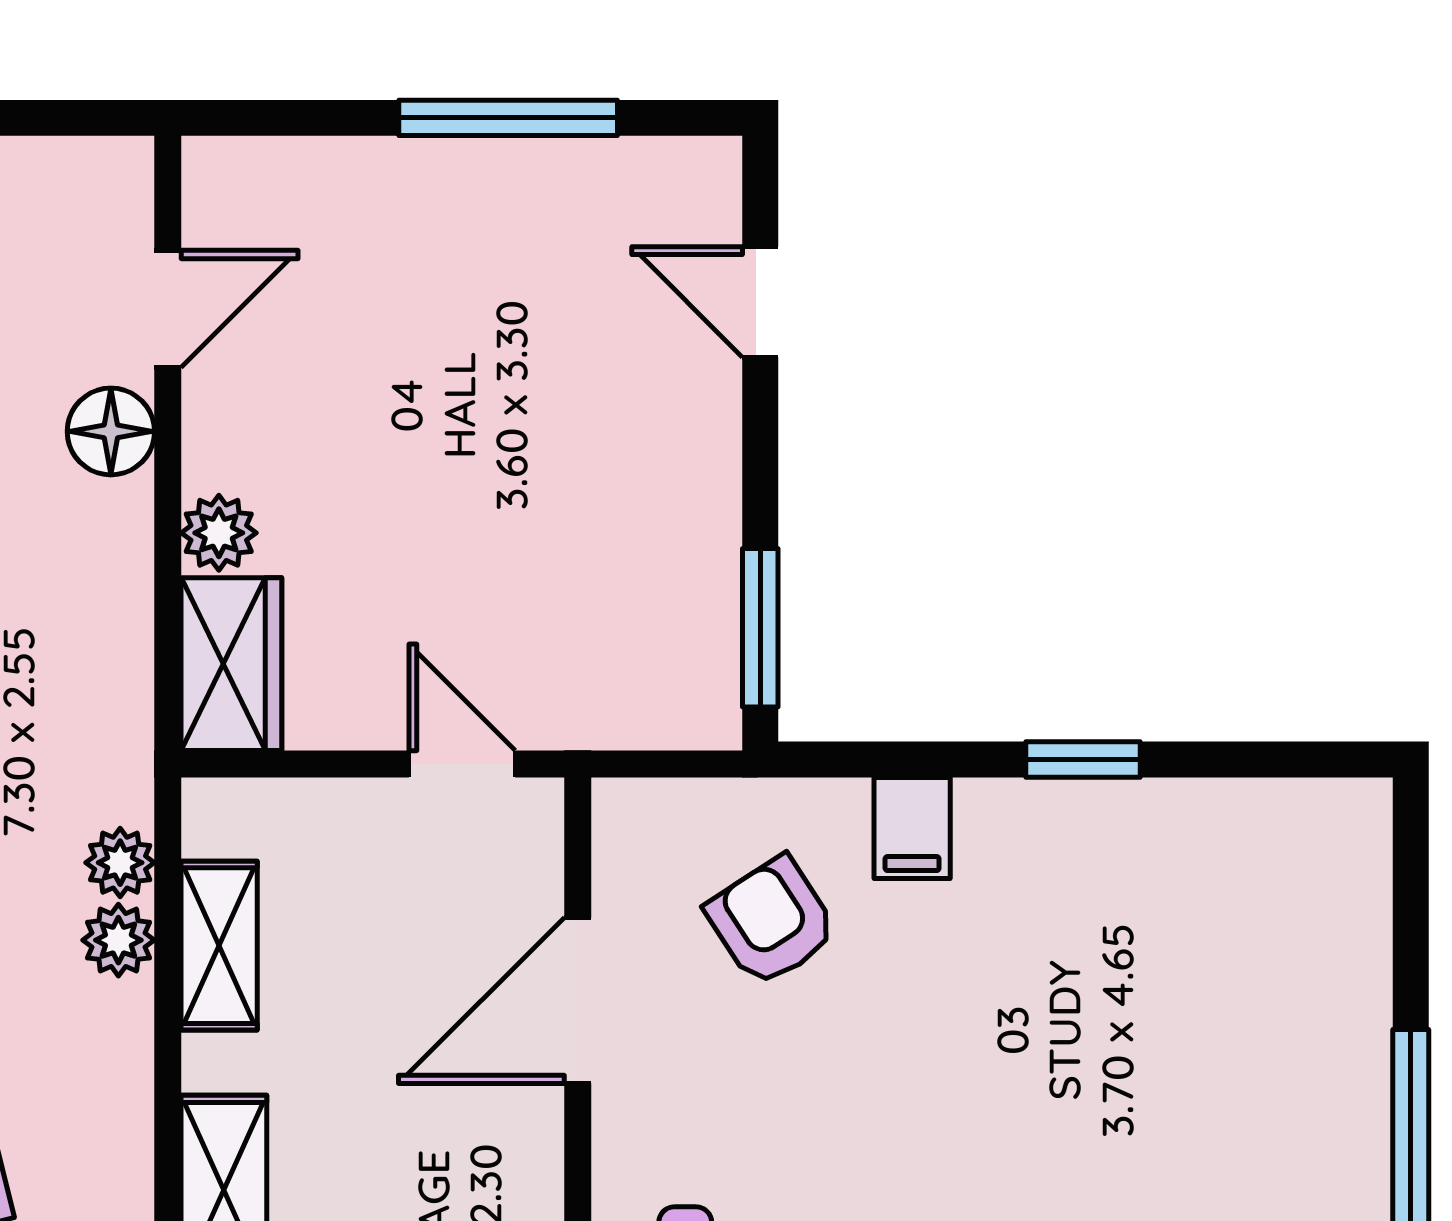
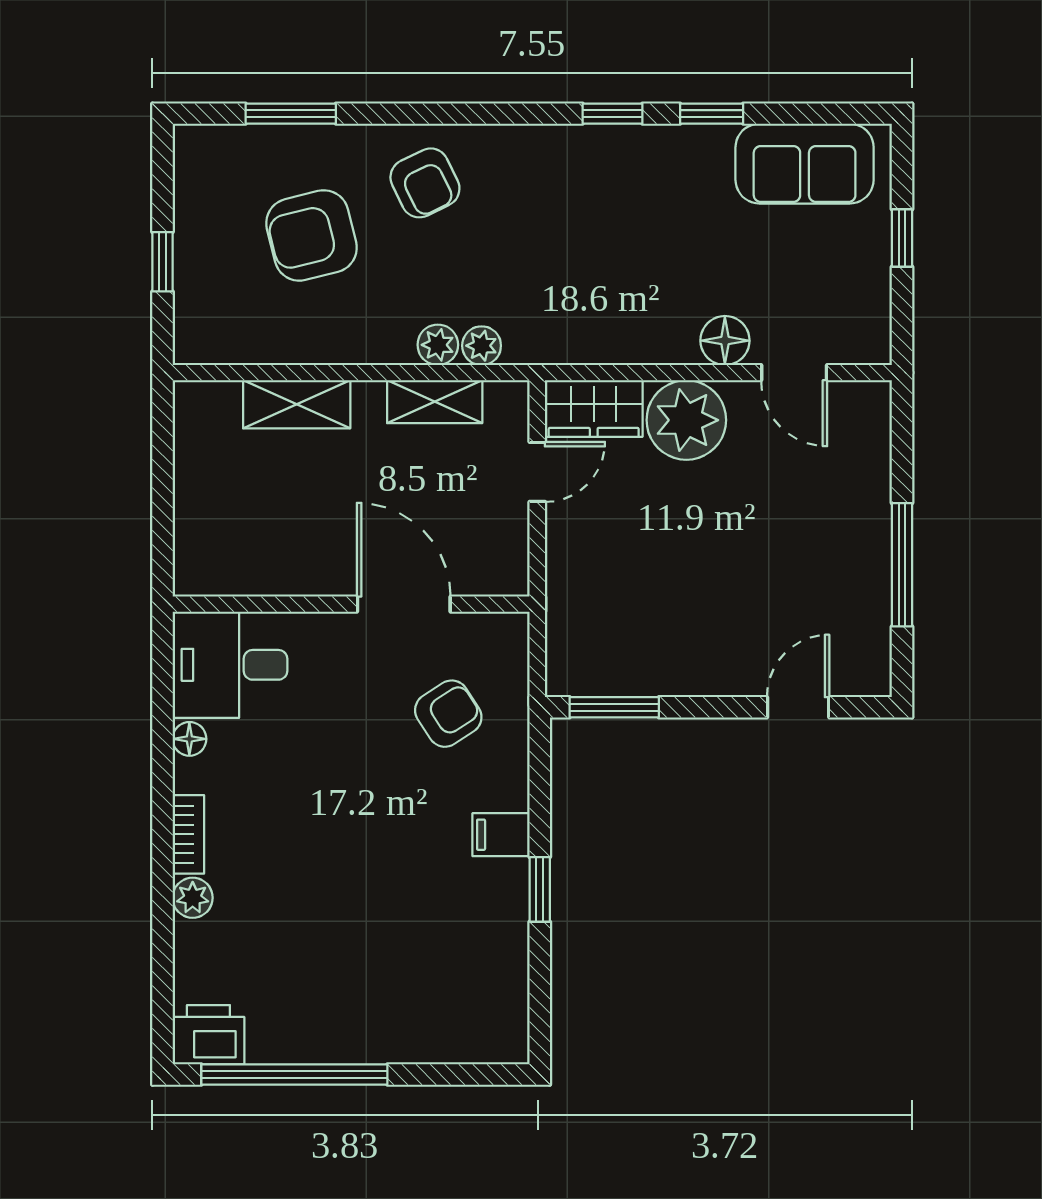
plant: (219, 533) -> (686, 420), width x1.87, depth x1.87
door: (462, 764) -> (537, 472), moved
filing cabinet: (912, 828) -> (501, 835), moved

